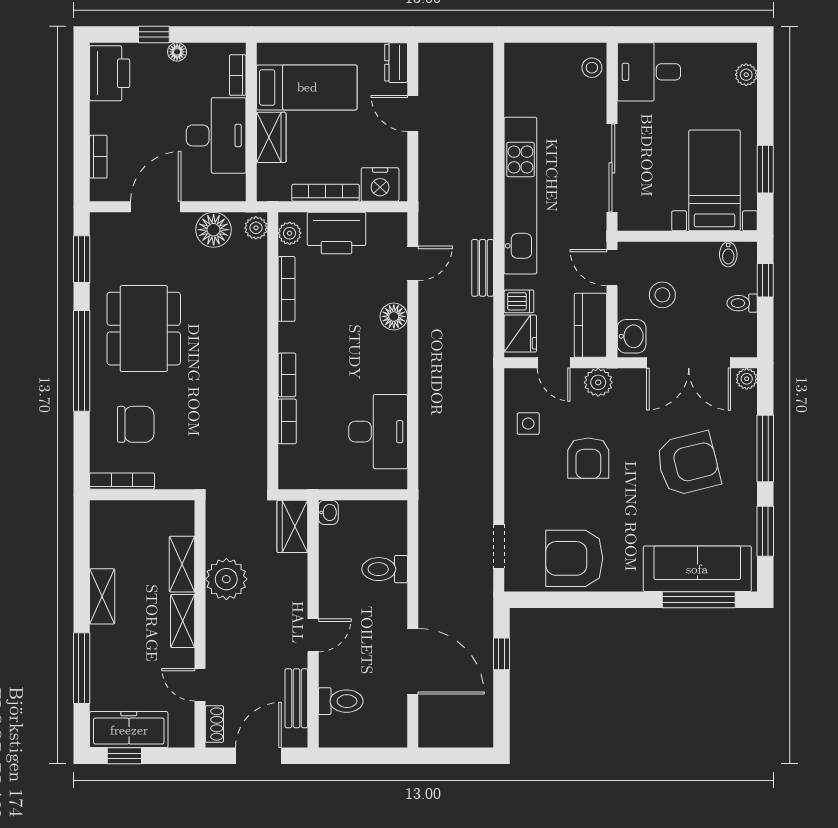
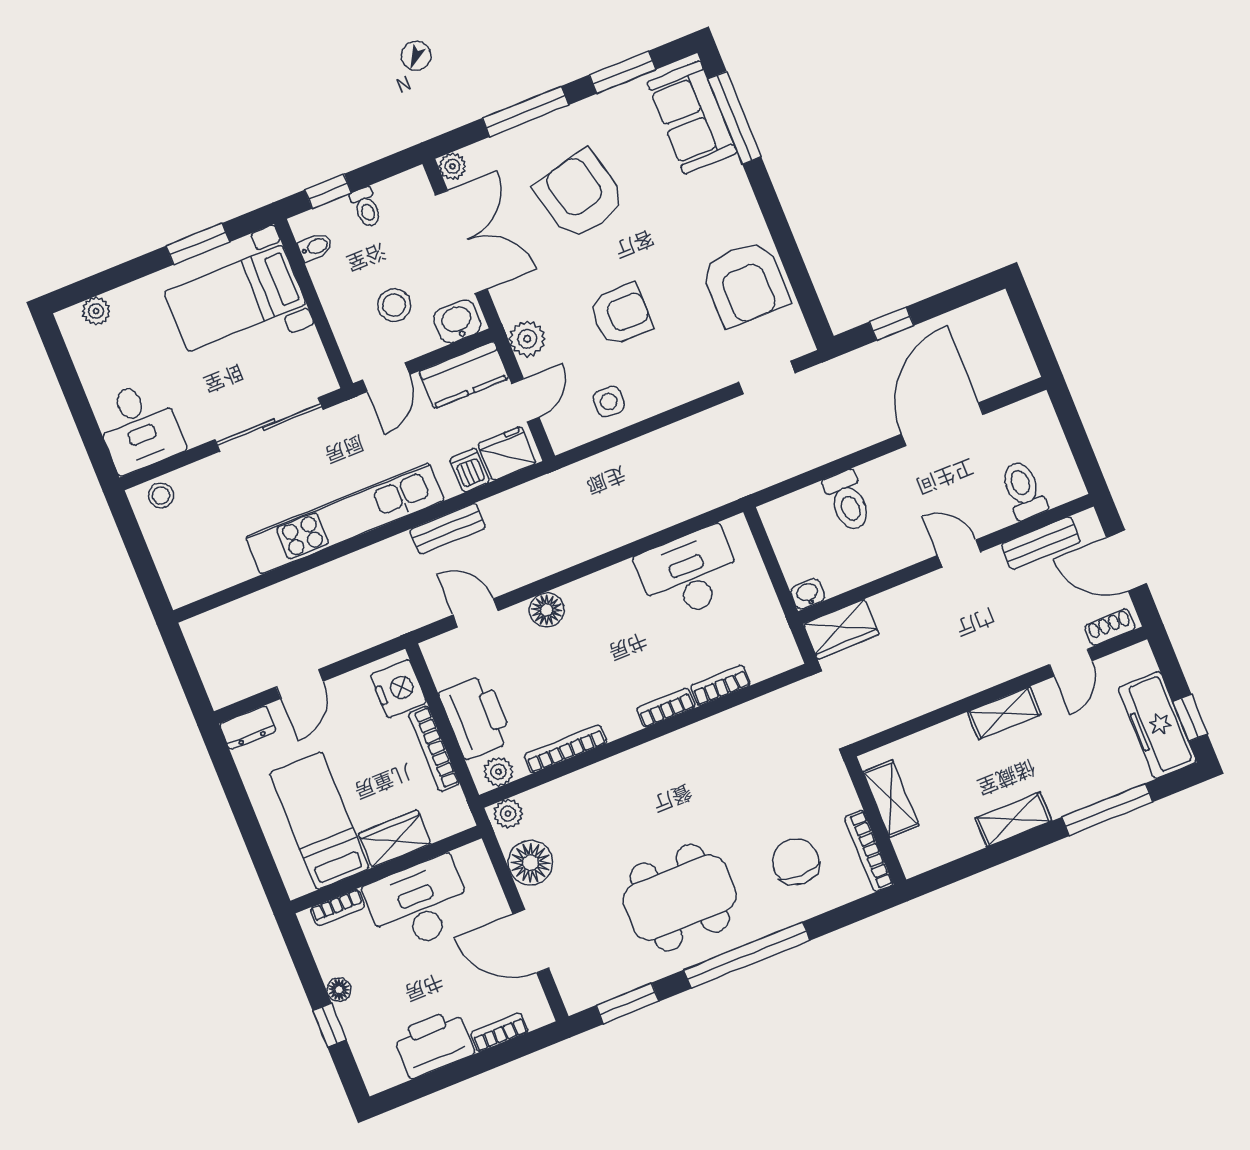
printer: (110, 73) -> (434, 1044), moved
shelving: (182, 564) -> (891, 799), moved, turned 90
sofa: (697, 569) -> (692, 117), width x0.73
plant: (226, 579) -> (934, 682), removed

